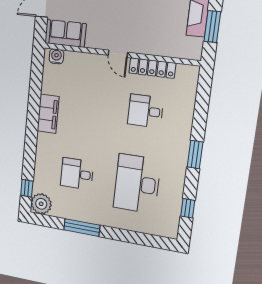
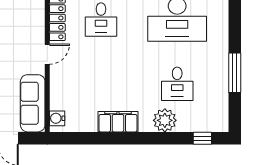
sofa: (65, 33) -> (33, 103), width x1.36
plant: (41, 204) -> (165, 120), moved

